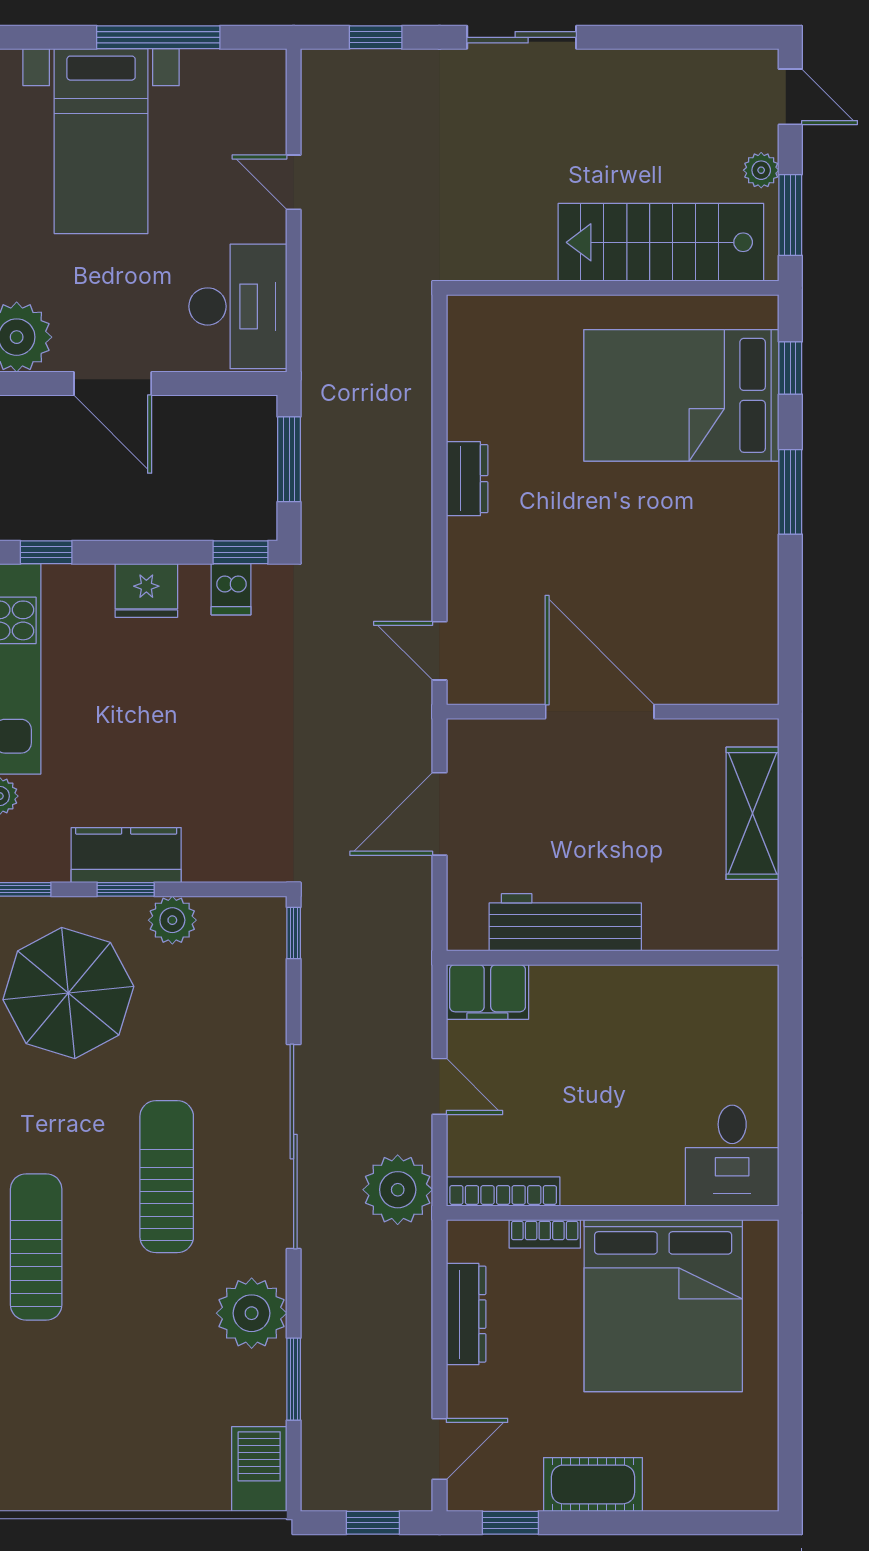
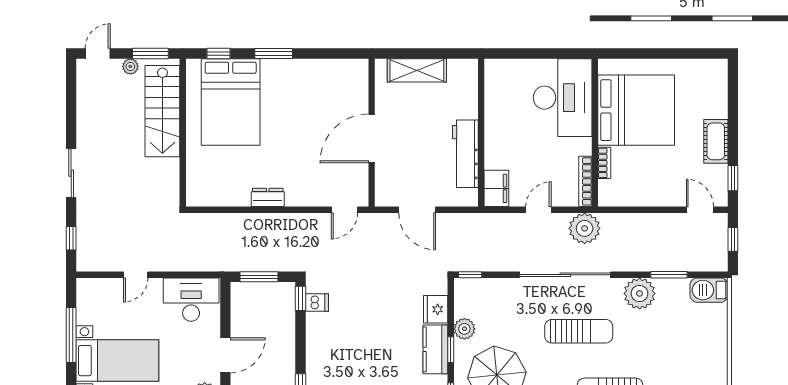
fridge: (146, 590) -> (436, 309), moved, turned 180
desk: (732, 1156) -> (563, 98), width x1.87, depth x1.30
sun lounger: (167, 1177) -> (579, 331), turned 180
dresser: (466, 1314) -> (640, 198), removed

